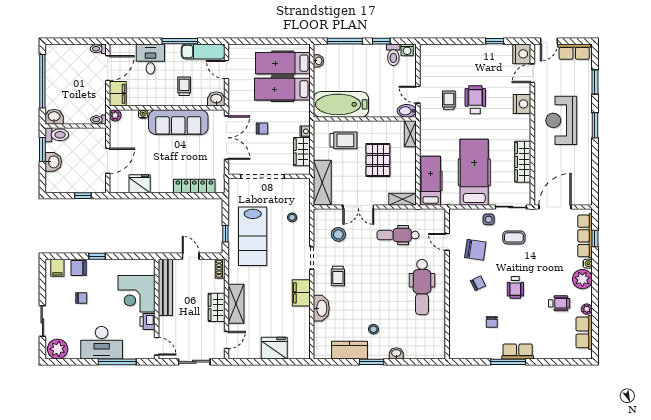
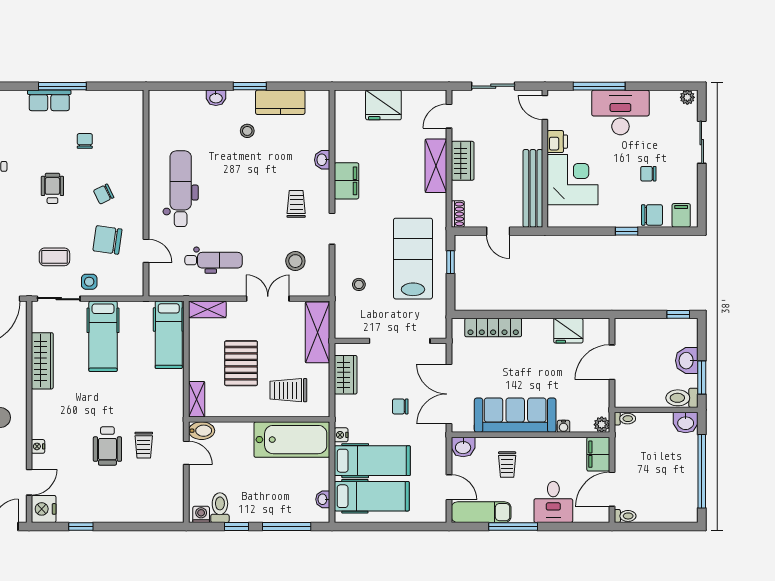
nightstand: (522, 104) -> (38, 446), width x0.53, depth x0.56
nightstand: (305, 131) -> (341, 435), moved
hospital bed: (474, 172) -> (103, 336), width x0.73, depth x0.78
window: (83, 196) -> (678, 314), moved
washbasin: (321, 308) -> (322, 160), width x0.52, depth x0.69
plant: (58, 349) -> (687, 97), width x0.53, depth x0.53

